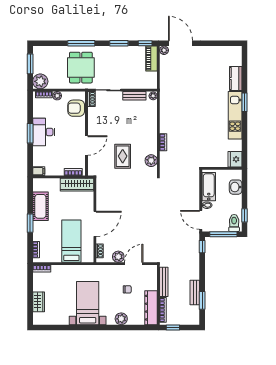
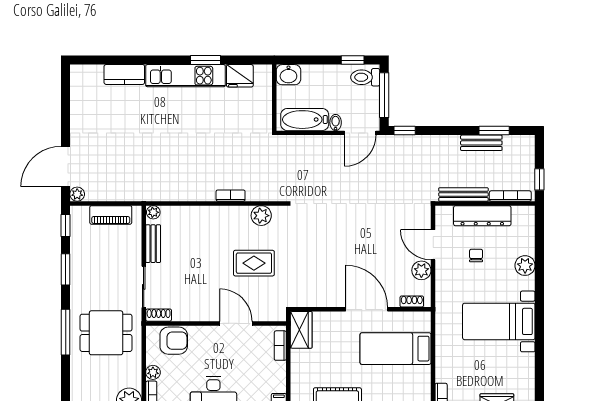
piano: (152, 59) -> (111, 215), moved
window: (244, 102) -> (206, 60), moved
armchair: (76, 108) -> (174, 341), turned -90
fridge: (235, 159) -> (240, 76), moved
wardrobe: (77, 185) -> (301, 330), width x0.67
washbasin: (236, 187) -> (288, 75), moved
dresser: (151, 308) -> (482, 216), moved

